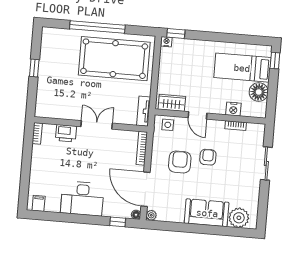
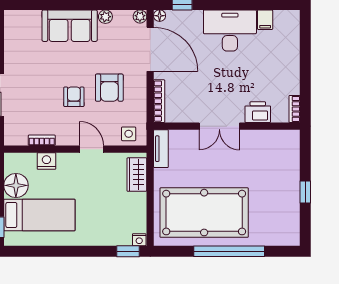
wardrobe: (172, 103) -> (137, 175), moved, turned 90
armchair: (208, 157) -> (74, 97), turned 180
filing cabinet: (39, 203) -> (265, 20), moved
plant: (239, 218) -> (105, 17), moved, width x0.53, depth x0.53

